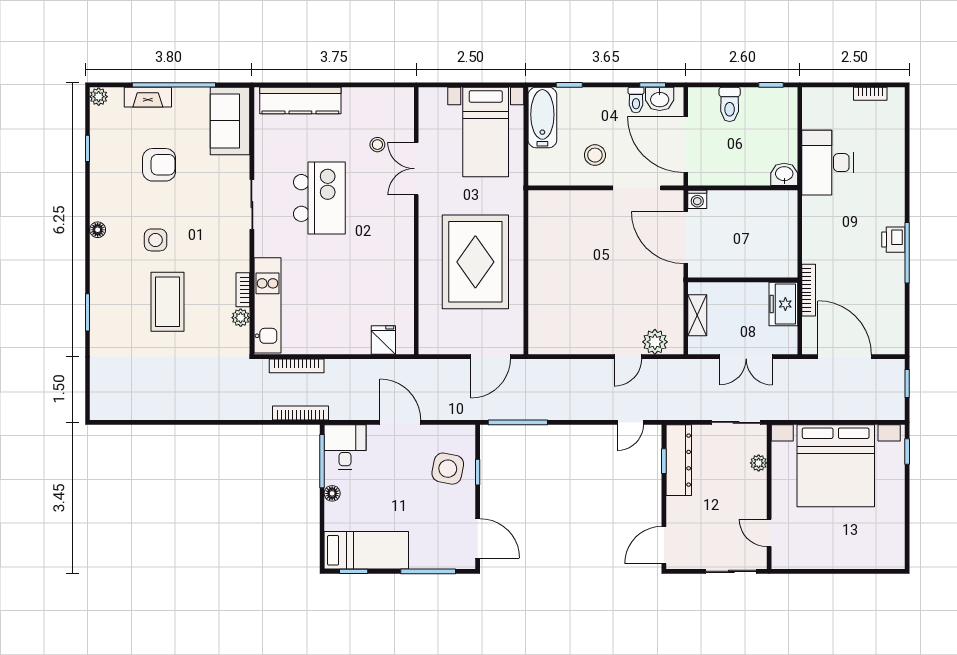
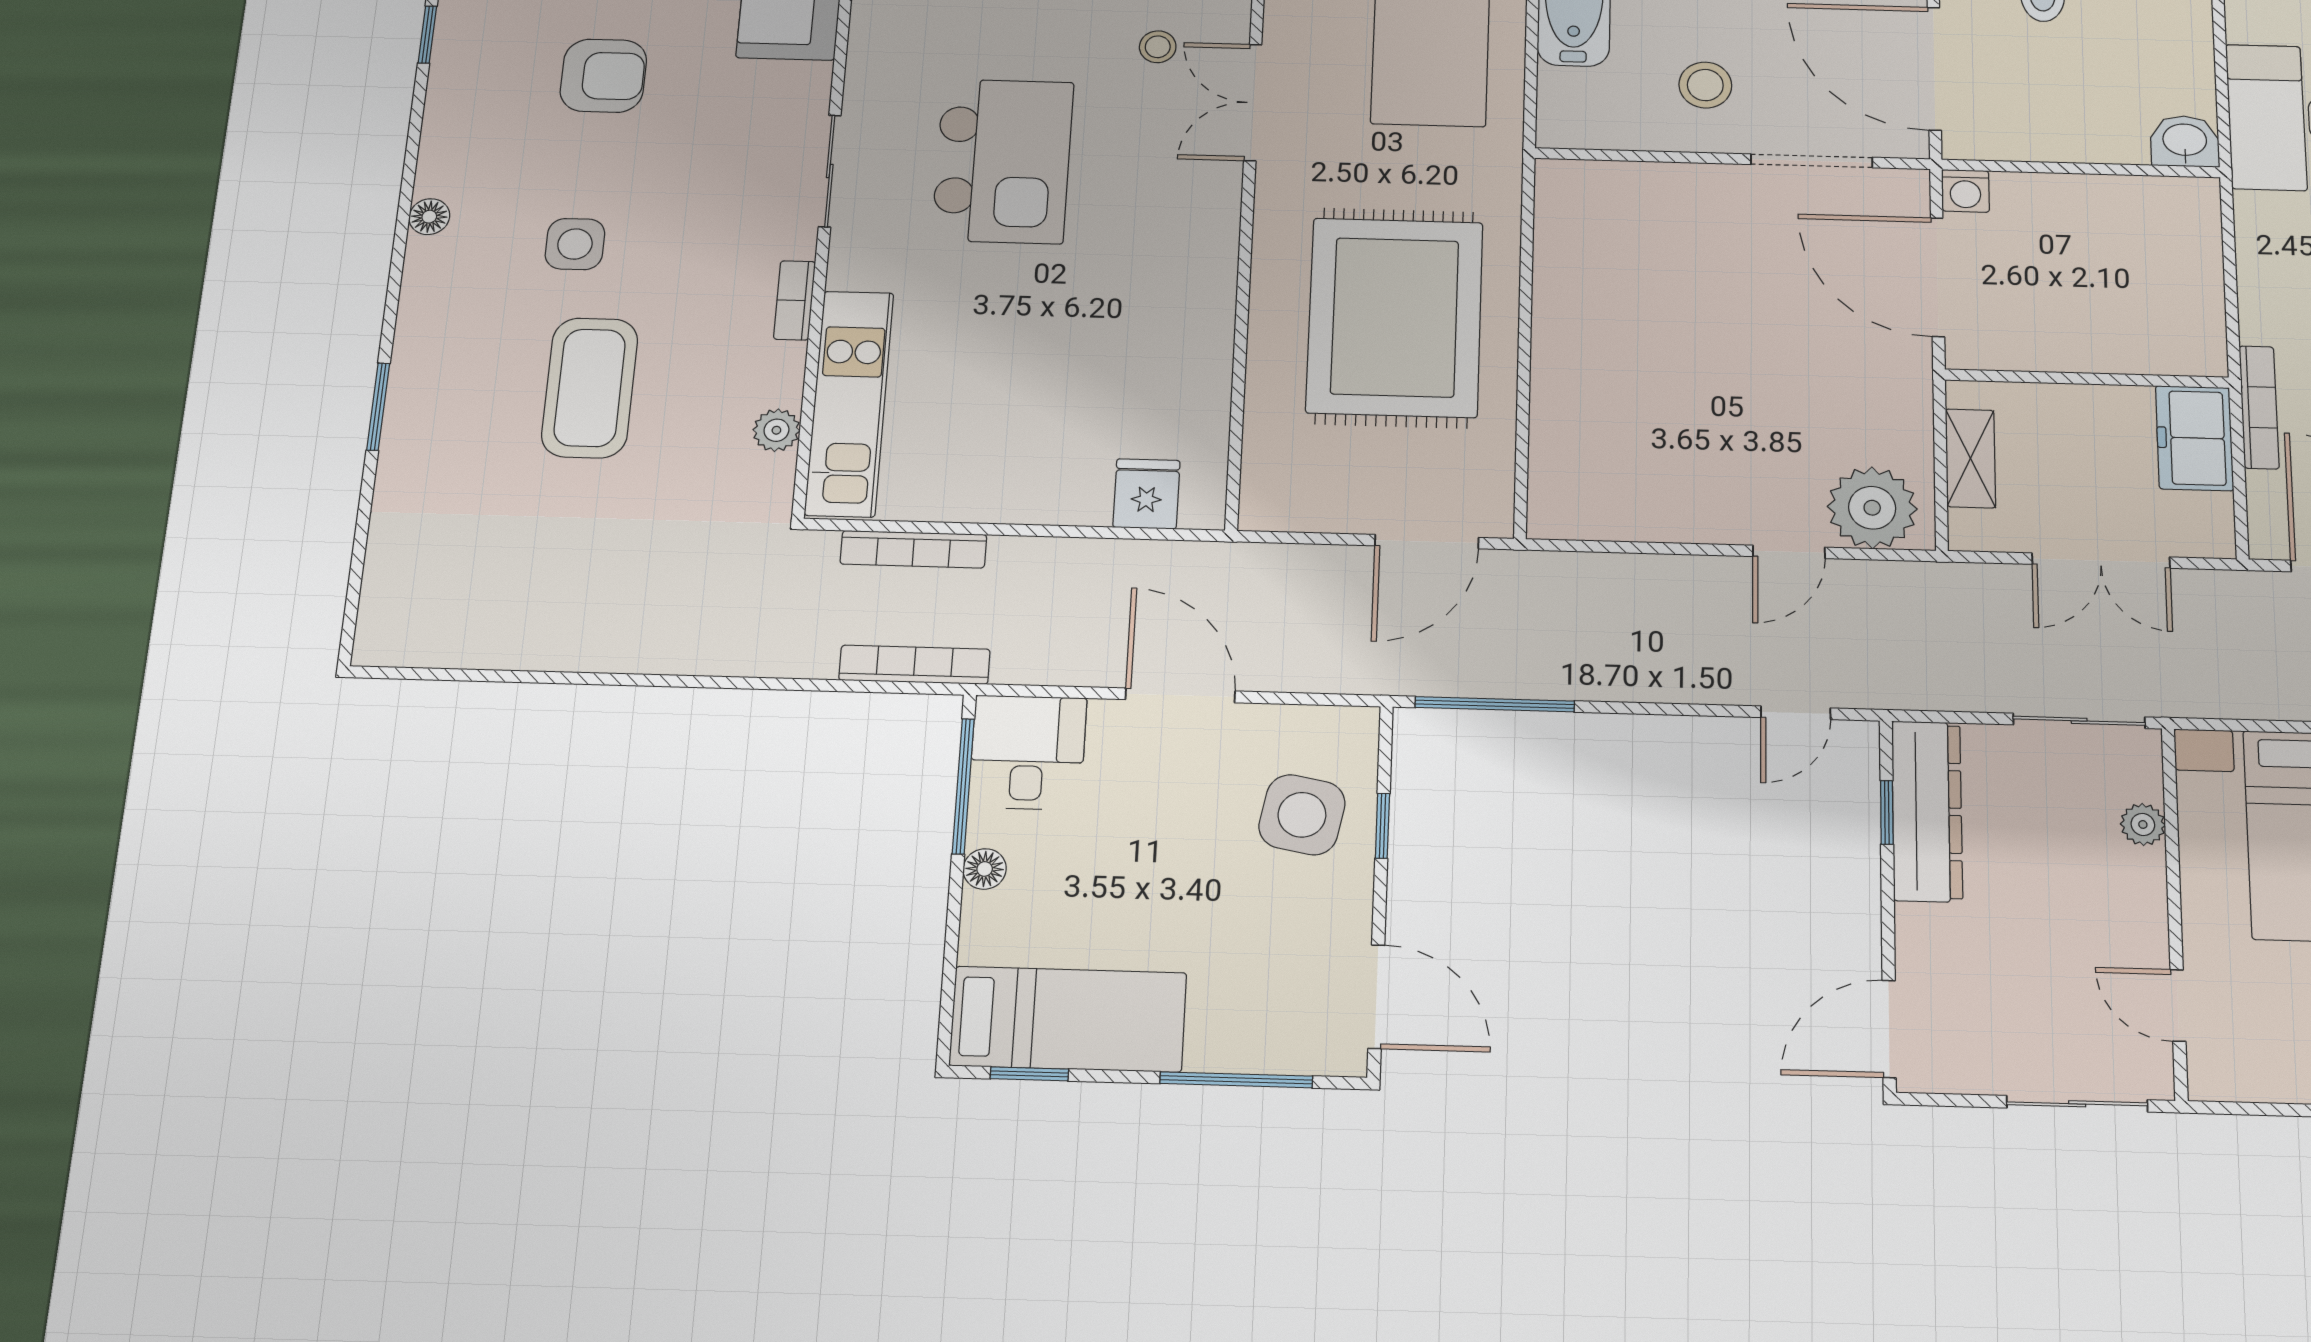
bookcase: (243, 290) -> (795, 300), moved
plant: (655, 342) -> (1872, 508), width x1.36, depth x1.36

